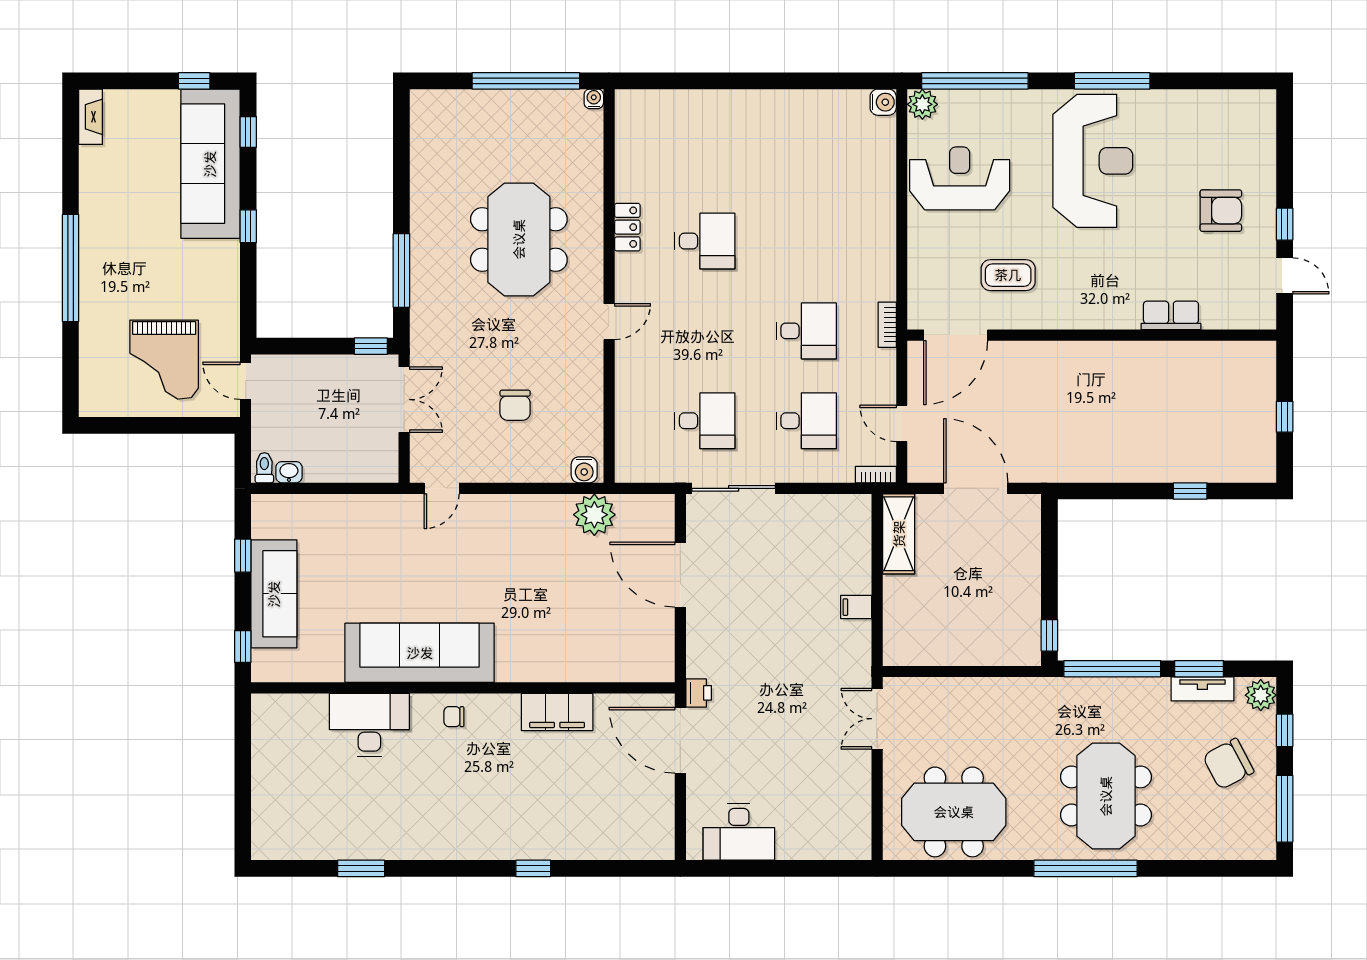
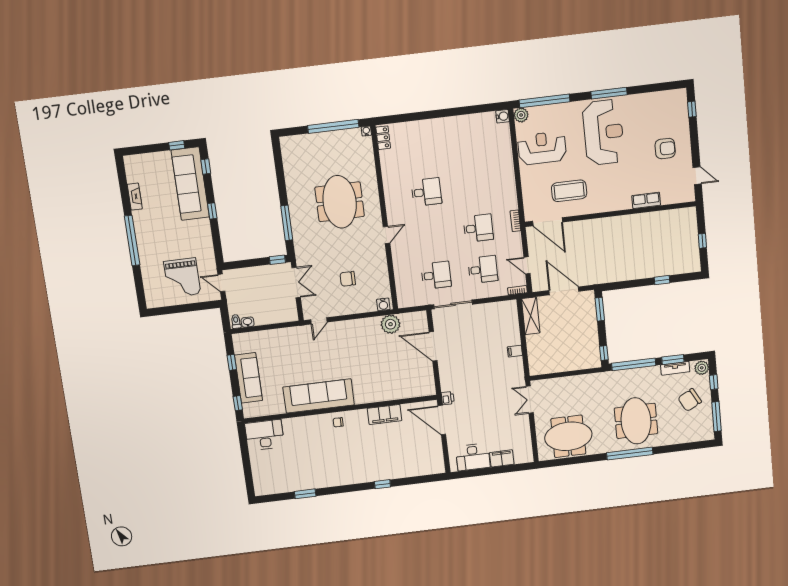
fireplace: (91, 117) -> (135, 197), moved
window: (1285, 224) -> (692, 109), moved
locker: (627, 227) -> (383, 138), moved
coffee table: (1008, 275) -> (569, 191), width x1.36, depth x1.32
door: (956, 335) -> (548, 222), hinge flipped
chair: (515, 405) -> (348, 279), turned 90
window: (1049, 538) -> (600, 309), added
desk: (369, 725) -> (265, 435), moved
filing cabinet: (802, 843) -> (502, 458), added

